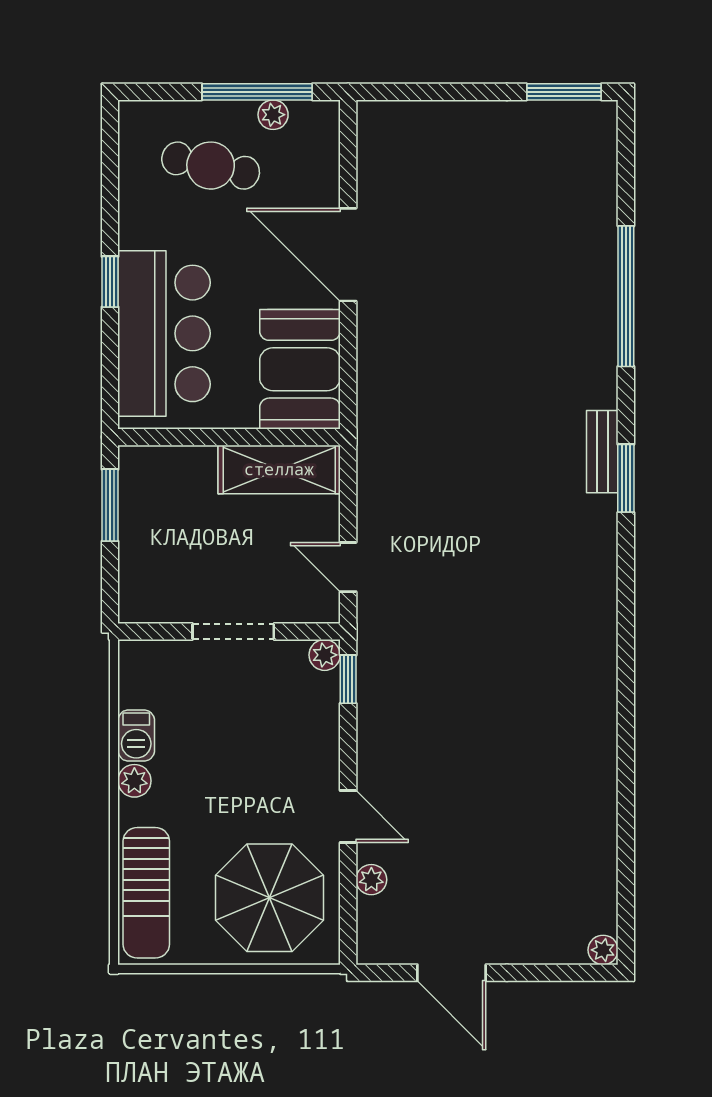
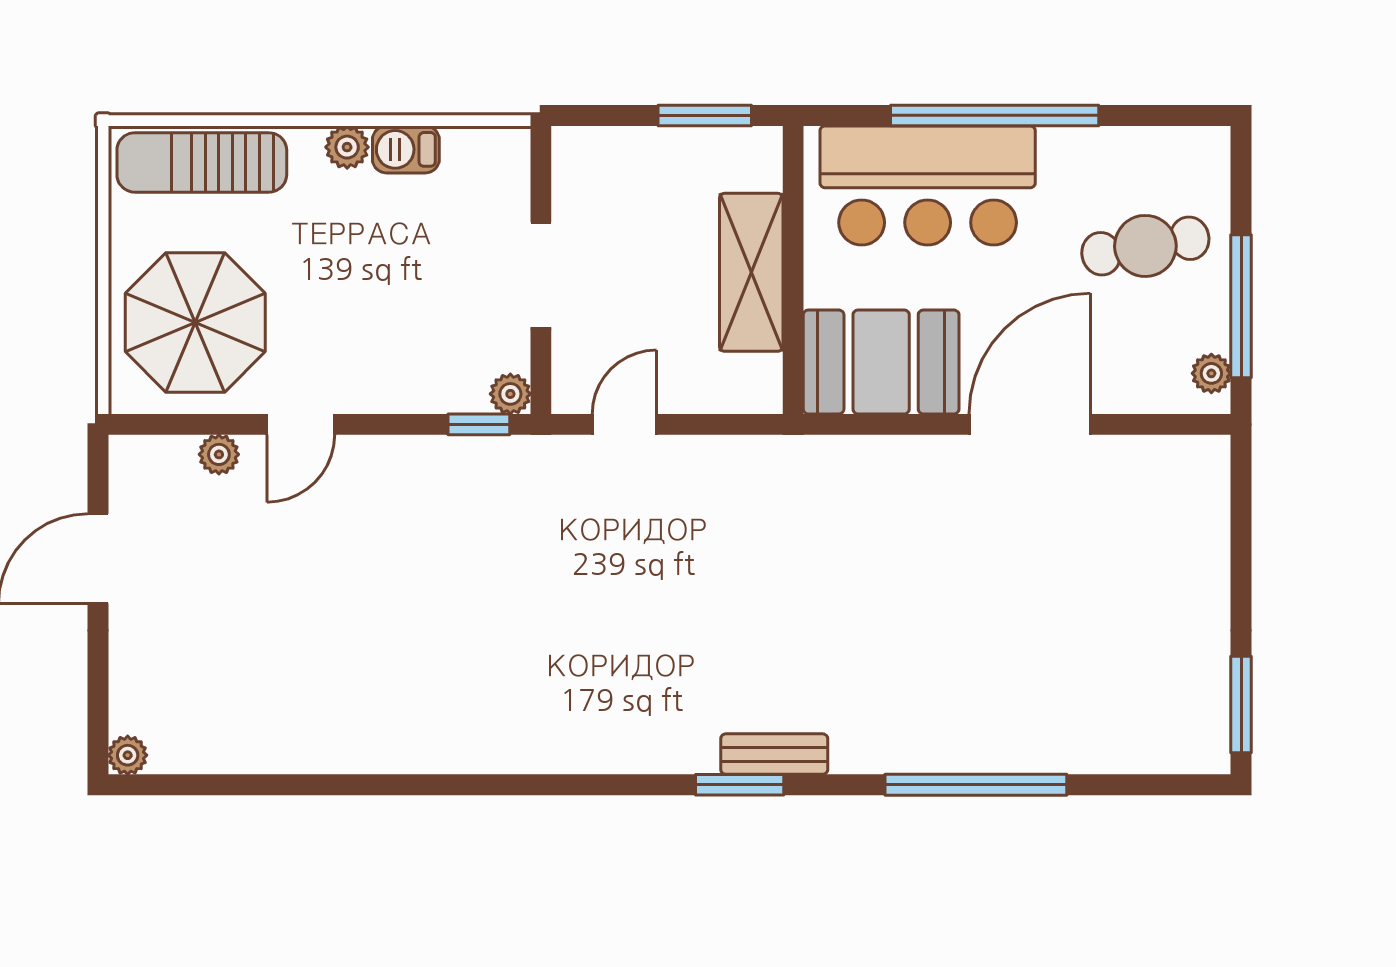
plant: (273, 115) -> (1211, 373), moved
cafe table: (211, 166) -> (1145, 246), turned 68
window: (110, 282) -> (995, 115), width x3.17
shelving: (279, 469) -> (751, 272), moved

